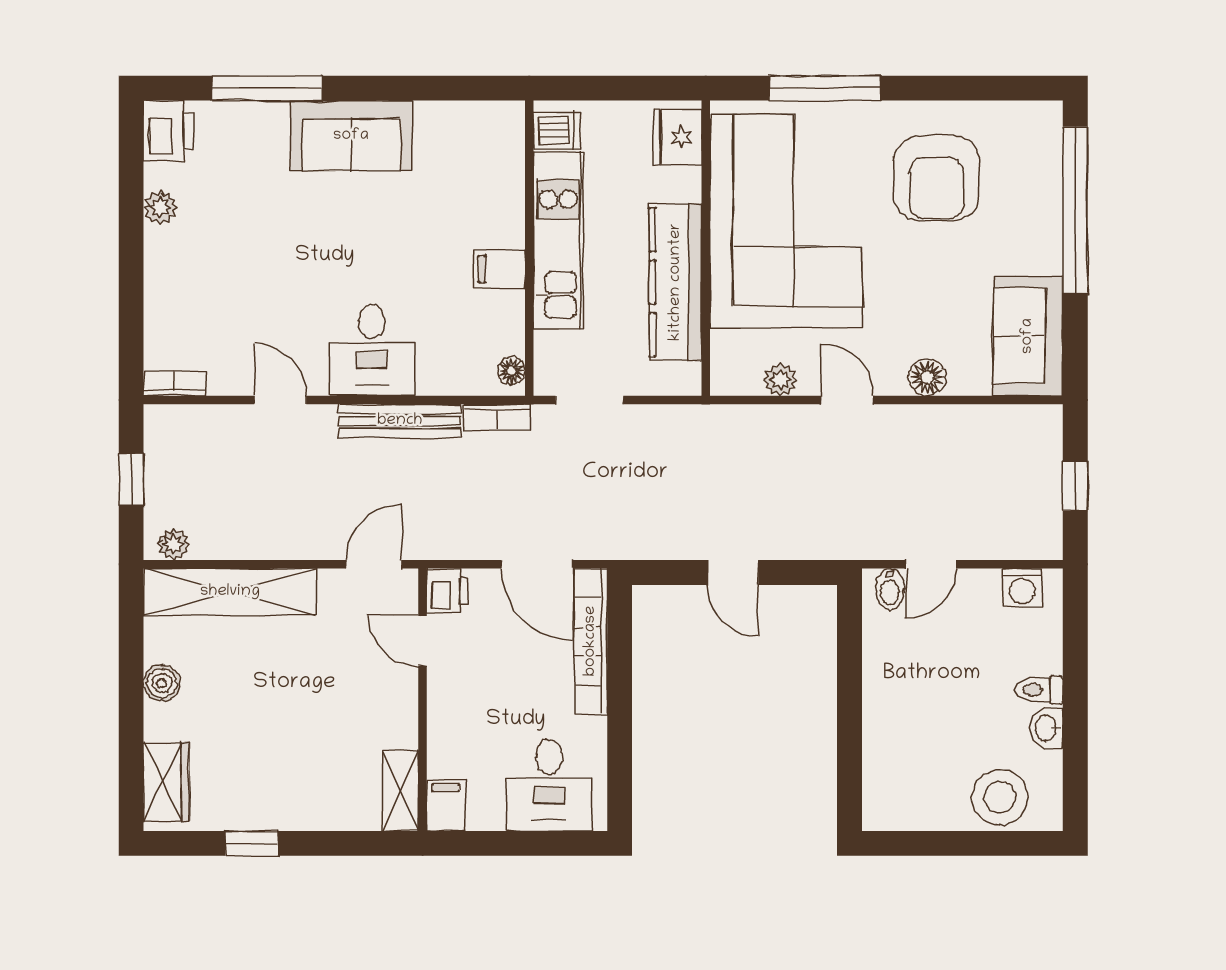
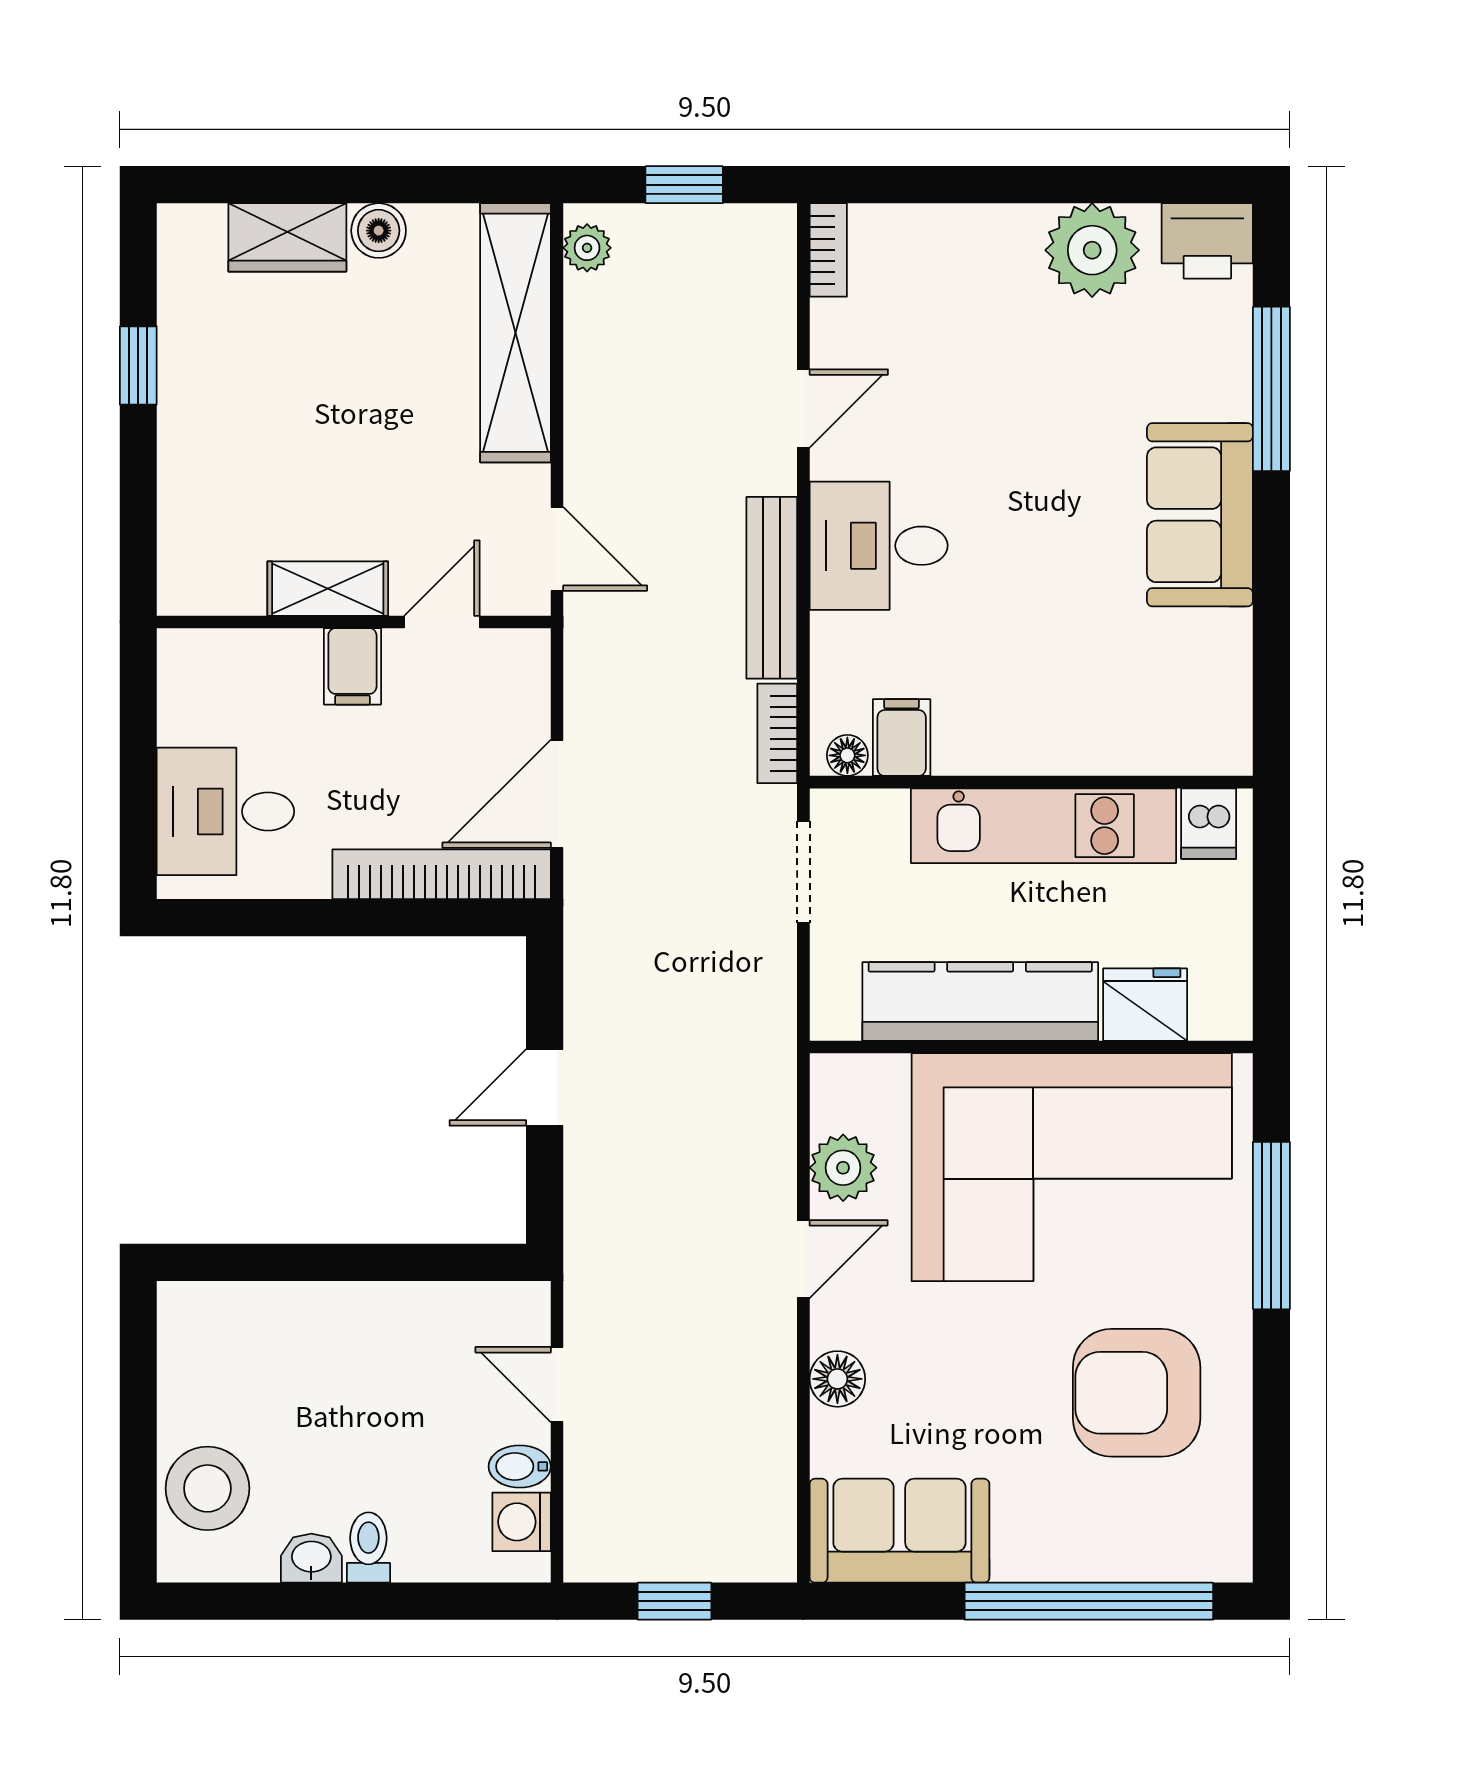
fridge: (678, 137) -> (1145, 1005), moved
plant: (160, 208) -> (1092, 250), width x1.88, depth x1.88
filing cabinet: (500, 269) -> (902, 738), moved
plant: (780, 380) -> (843, 1168), width x1.38, depth x1.38
bidet: (890, 589) -> (520, 1466), moved
printer: (447, 591) -> (517, 659), removed
wardrobe: (166, 782) -> (287, 237), moved
shelving: (400, 791) -> (328, 589), moved
filing cabinet: (446, 806) -> (352, 666), moved, turned 90

